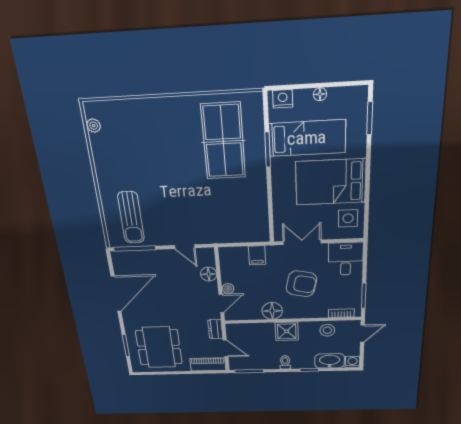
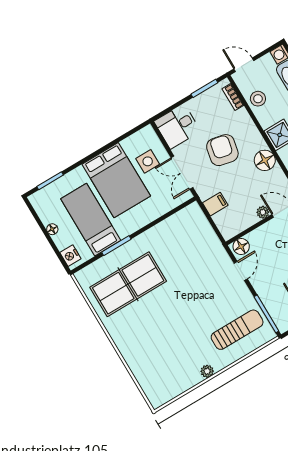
plant: (94, 126) -> (207, 371), moved
side table: (348, 218) -> (148, 161), moved
floor lamp: (209, 274) -> (241, 247), moved

